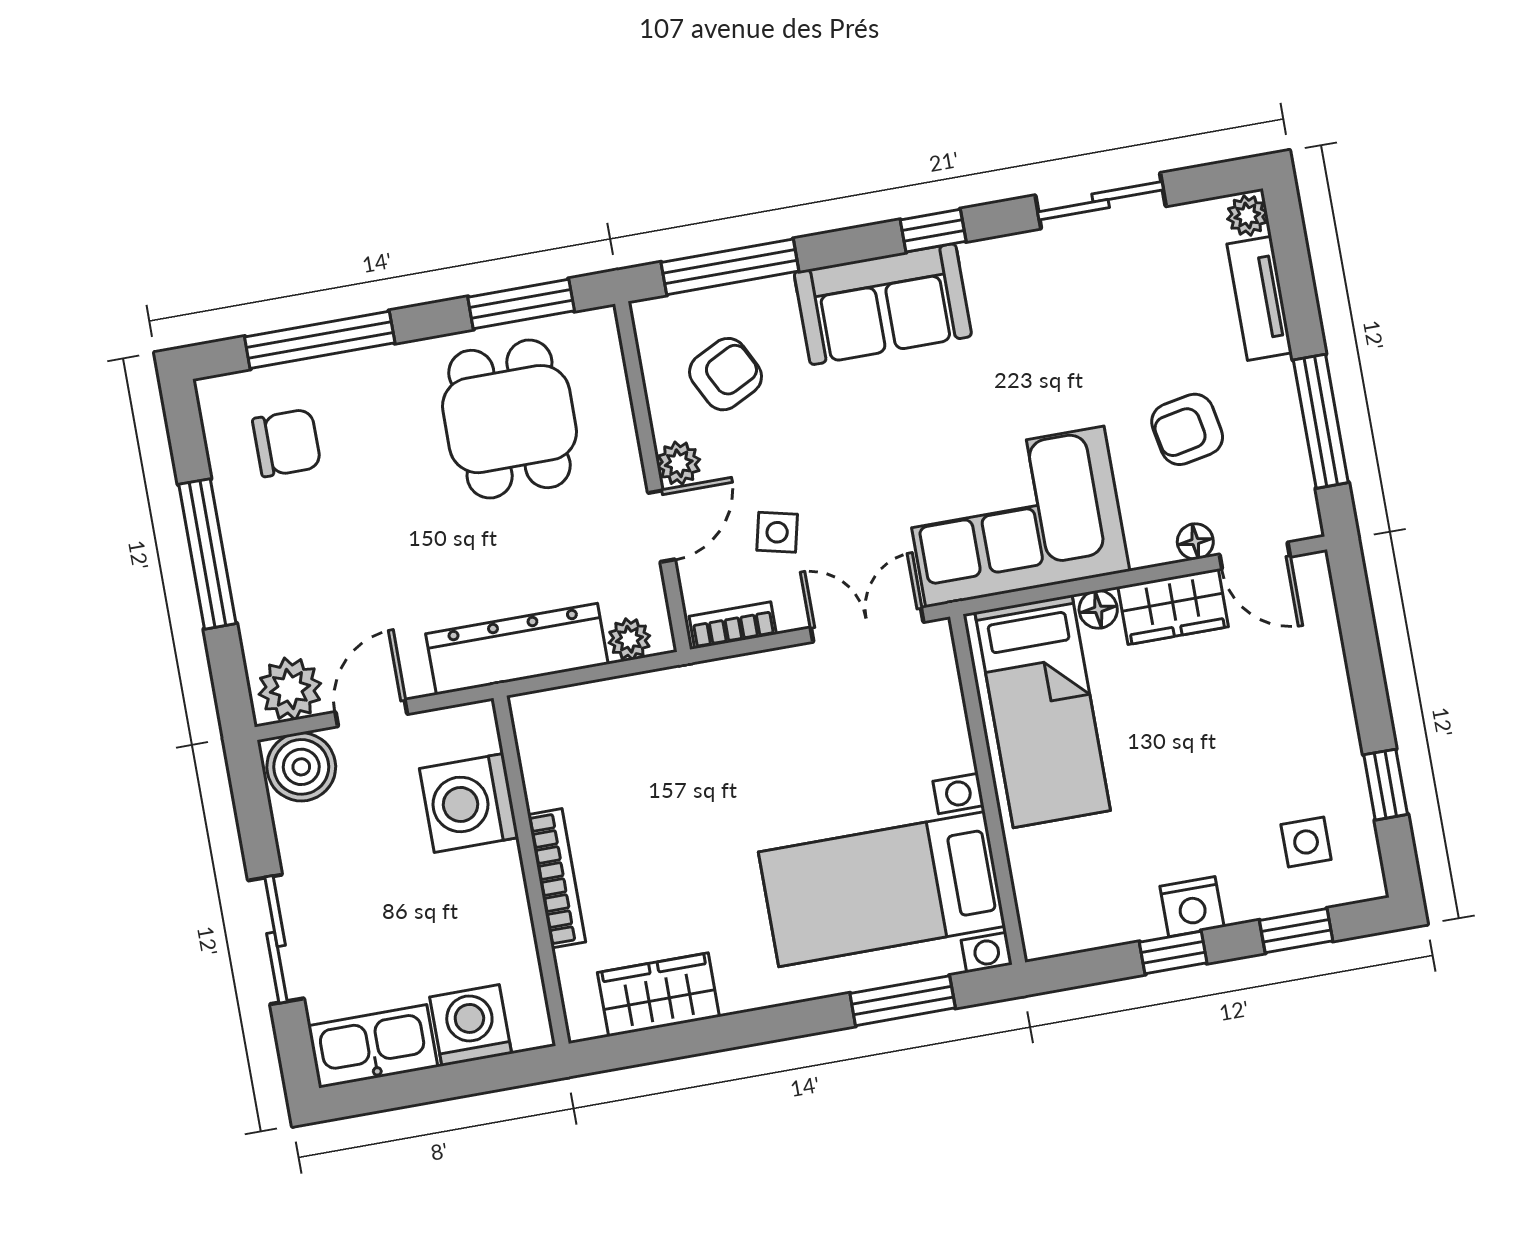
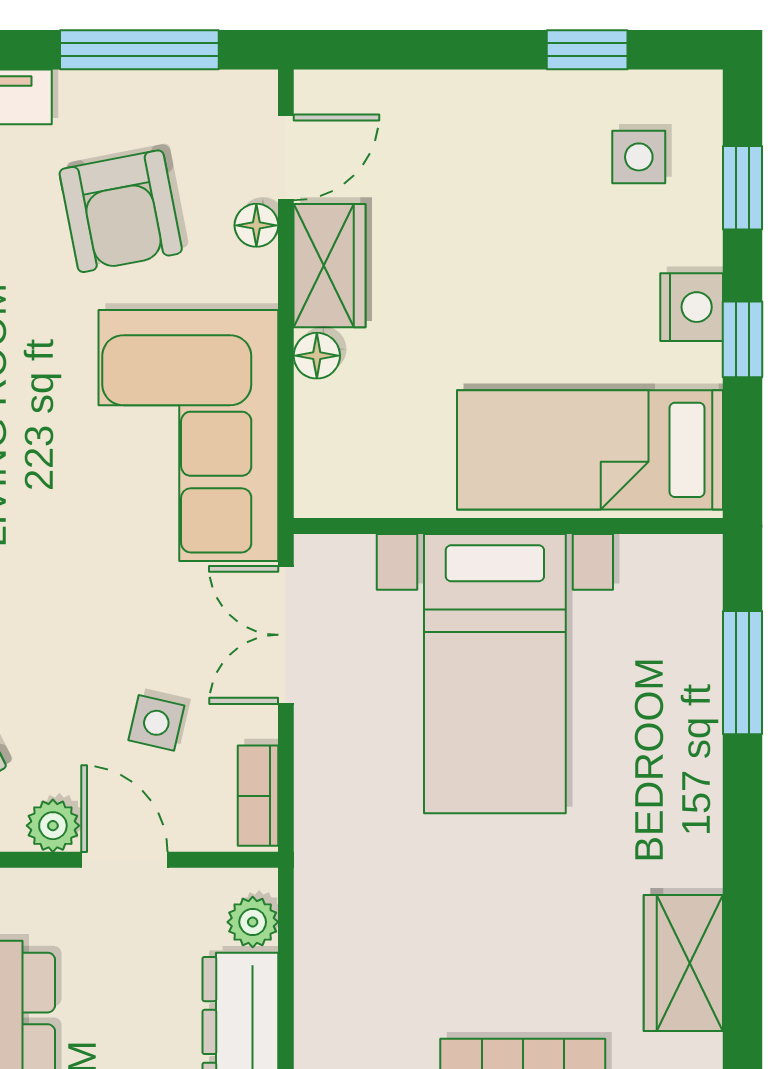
armchair: (1187, 429) -> (121, 211), width x1.38, depth x1.38
bed: (1043, 711) -> (590, 450), moved, turned 180
bed with nightstands: (882, 889) -> (495, 674), moved

